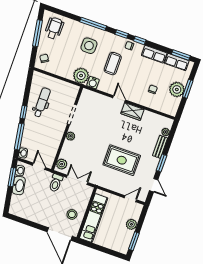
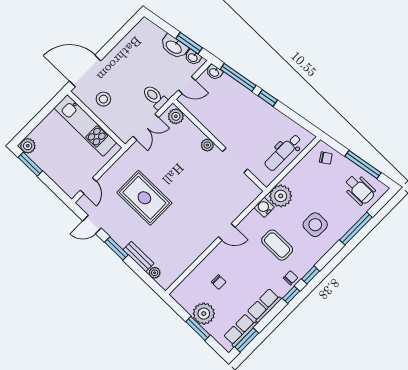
window: (93, 24) -> (356, 229), moved
dental chair: (42, 102) -> (283, 152), moved, turned 90
wardrobe: (132, 112) -> (202, 242), removed
rug: (122, 160) -> (144, 198), turned 90
plant: (131, 224) -> (28, 146), moved

